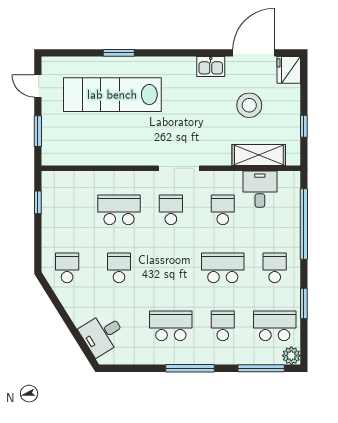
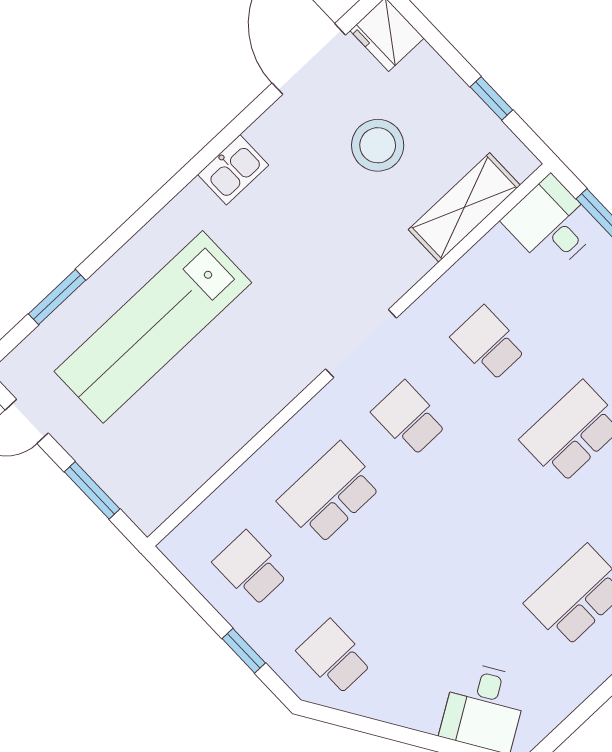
window: (119, 53) -> (57, 297), moved
kitchen sink: (211, 66) -> (233, 170), moved
desk: (260, 189) -> (551, 224), moved
window: (38, 202) -> (244, 651), moved
school desk: (119, 268) -> (250, 568), moved

